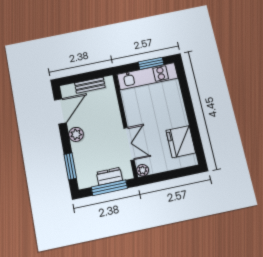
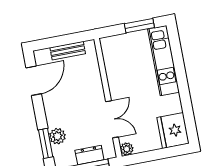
kitchen unit: (147, 76) -> (164, 61), moved, turned 90
plant: (76, 134) -> (57, 136), moved
fridge: (181, 142) -> (173, 131), moved

